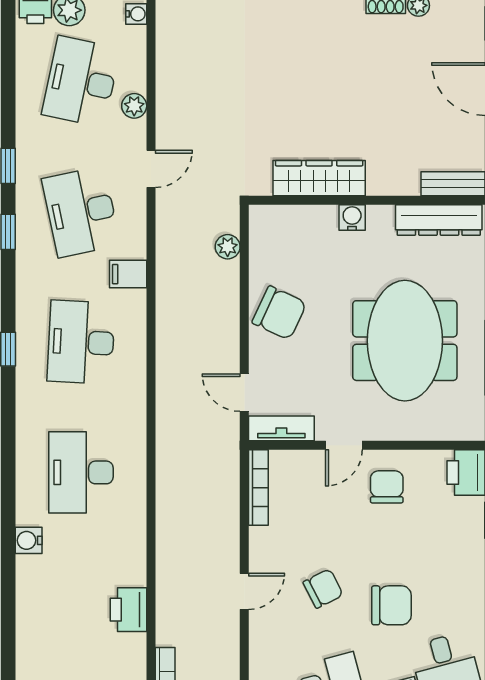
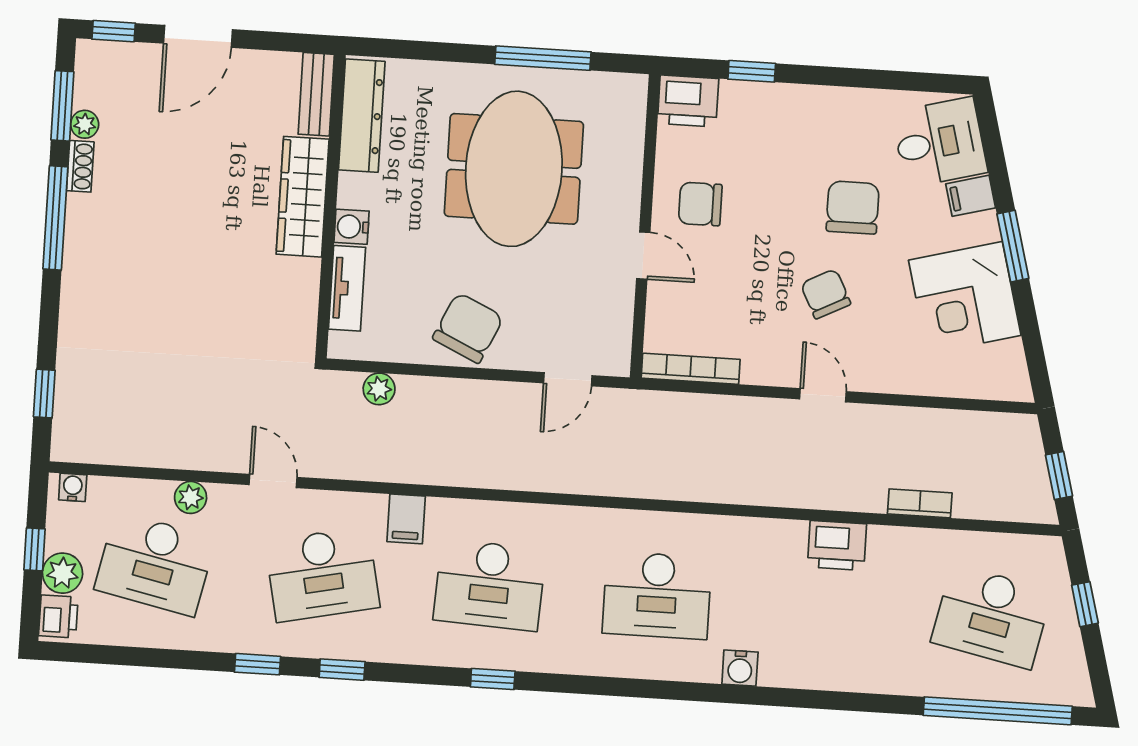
wardrobe: (319, 178) -> (303, 197), moved
meeting table: (405, 341) -> (514, 169), turned 90
tv unit: (281, 428) -> (347, 288), moved, turned 180

